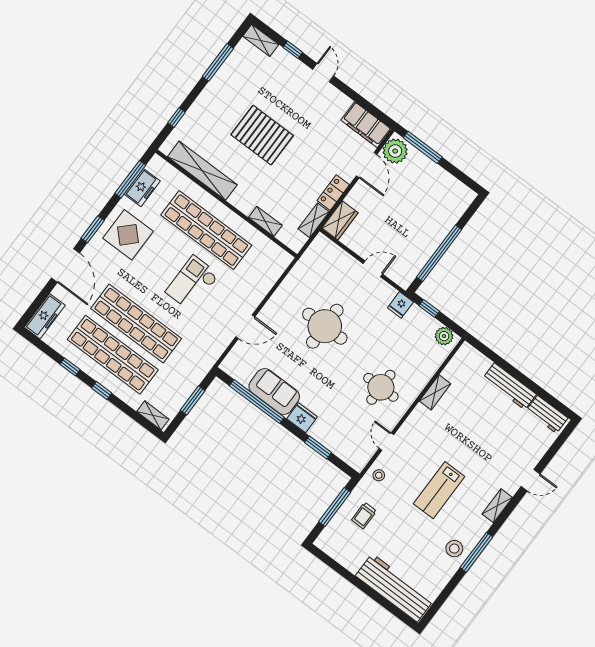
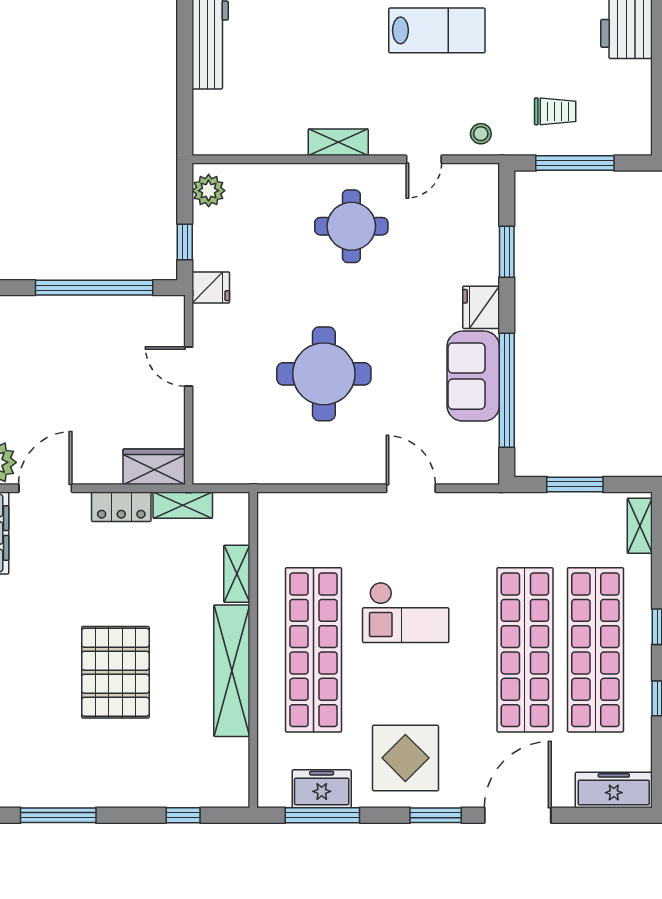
shelving: (202, 171) -> (232, 671), moved
shelving: (435, 392) -> (338, 142), moved

